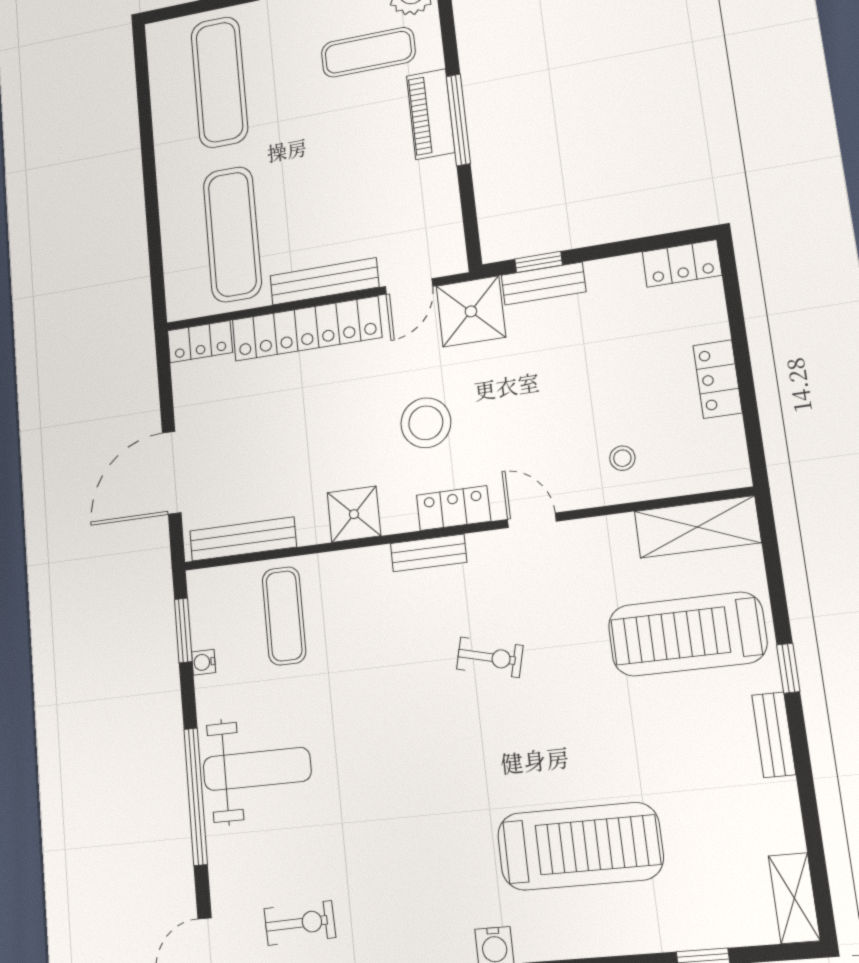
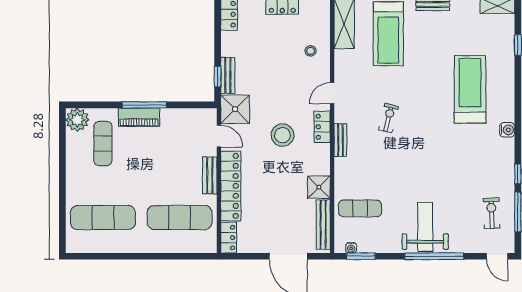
bench: (324, 281) -> (210, 175), width x0.73
shower: (354, 514) -> (319, 187), moved
water cooler: (204, 662) -> (351, 248), moved

